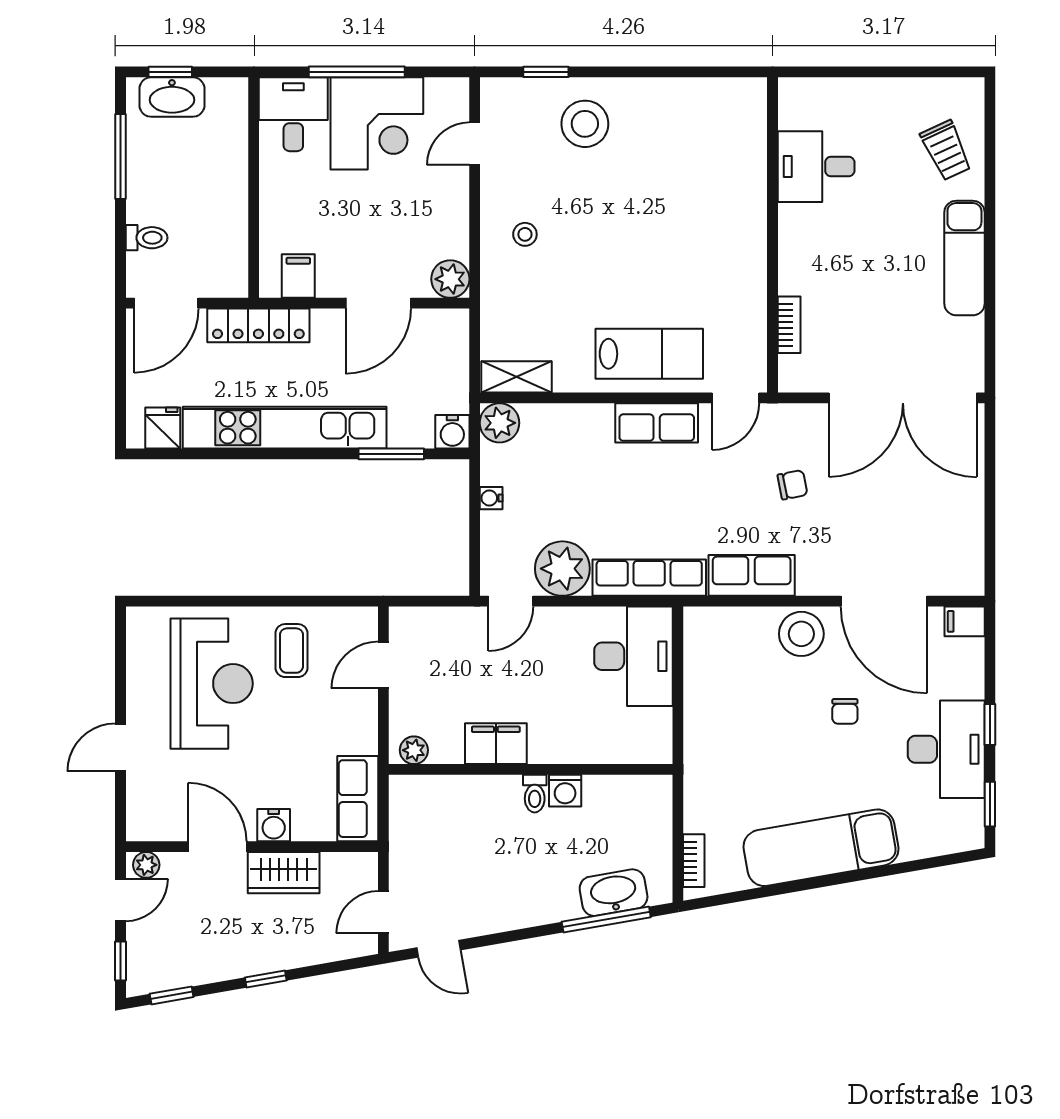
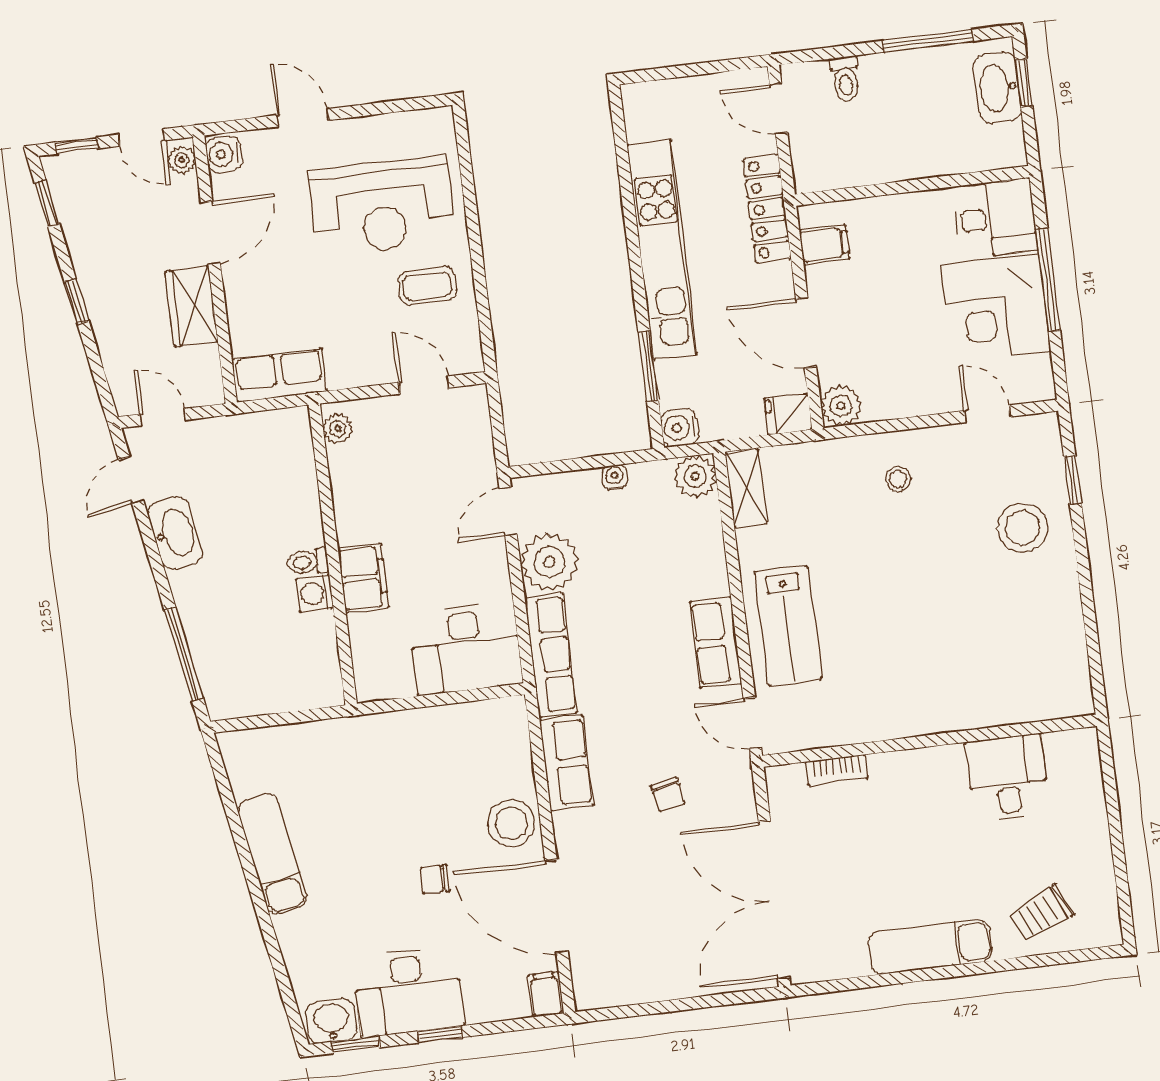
door: (166, 303) -> (779, 108), width x0.73
fridge: (163, 428) -> (788, 414), moved, turned 180
door: (511, 601) -> (508, 511), hinge flipped
door: (884, 601) -> (557, 906), hinge flipped
filing cabinet: (496, 744) -> (363, 578), moved
washbasin: (965, 824) -> (331, 1021), added
water cooler: (274, 825) -> (224, 154), moved
exam couch: (821, 848) -> (272, 854), width x0.73, depth x0.69
bookcase: (694, 861) -> (257, 739), removed
washbasin: (614, 893) -> (175, 533), moved

